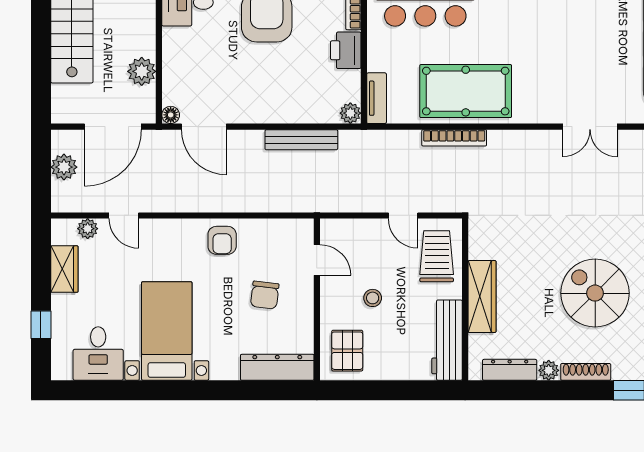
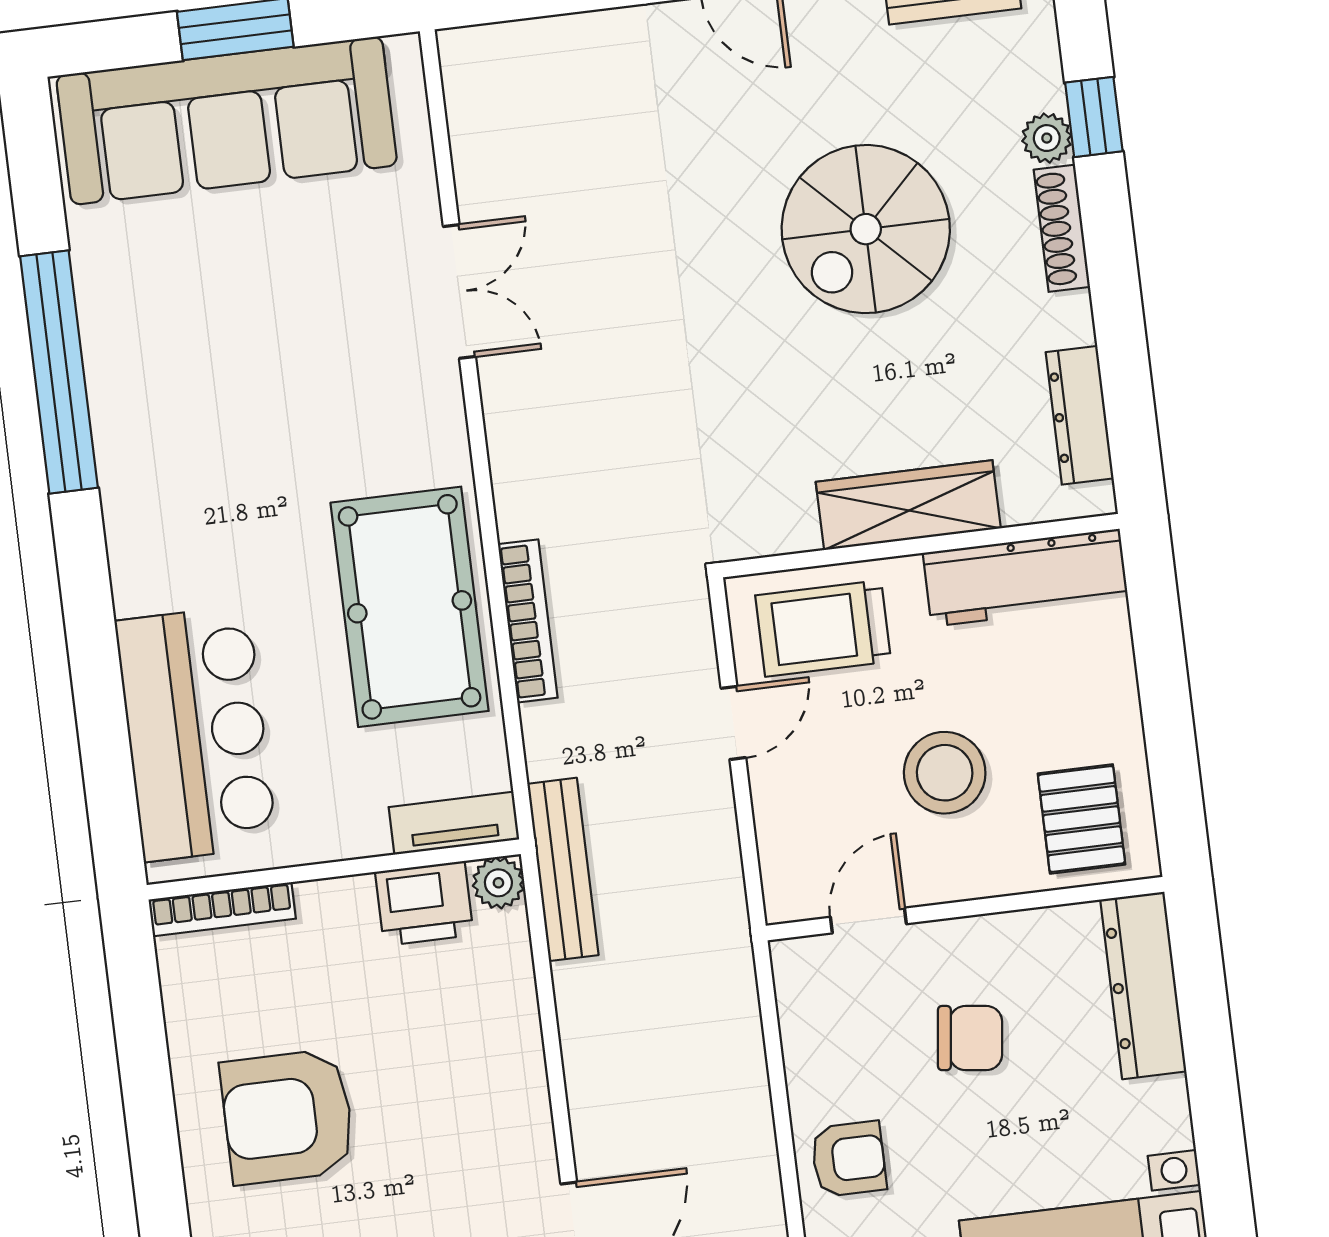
printer: (346, 50) -> (424, 903), moved
bench: (301, 140) -> (563, 869), moved
stool: (373, 298) -> (945, 773), width x1.89, depth x1.89
pallet: (347, 351) -> (1081, 819), turned 90
plant: (549, 370) -> (1047, 138), moved

